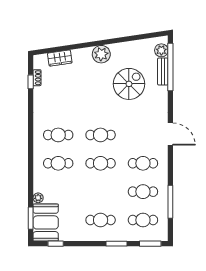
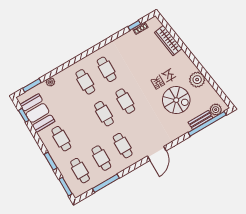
plant: (101, 54) -> (197, 80), moved
wardrobe: (60, 58) -> (168, 41), width x1.50
booth: (46, 222) -> (37, 113), moved, turned 90

